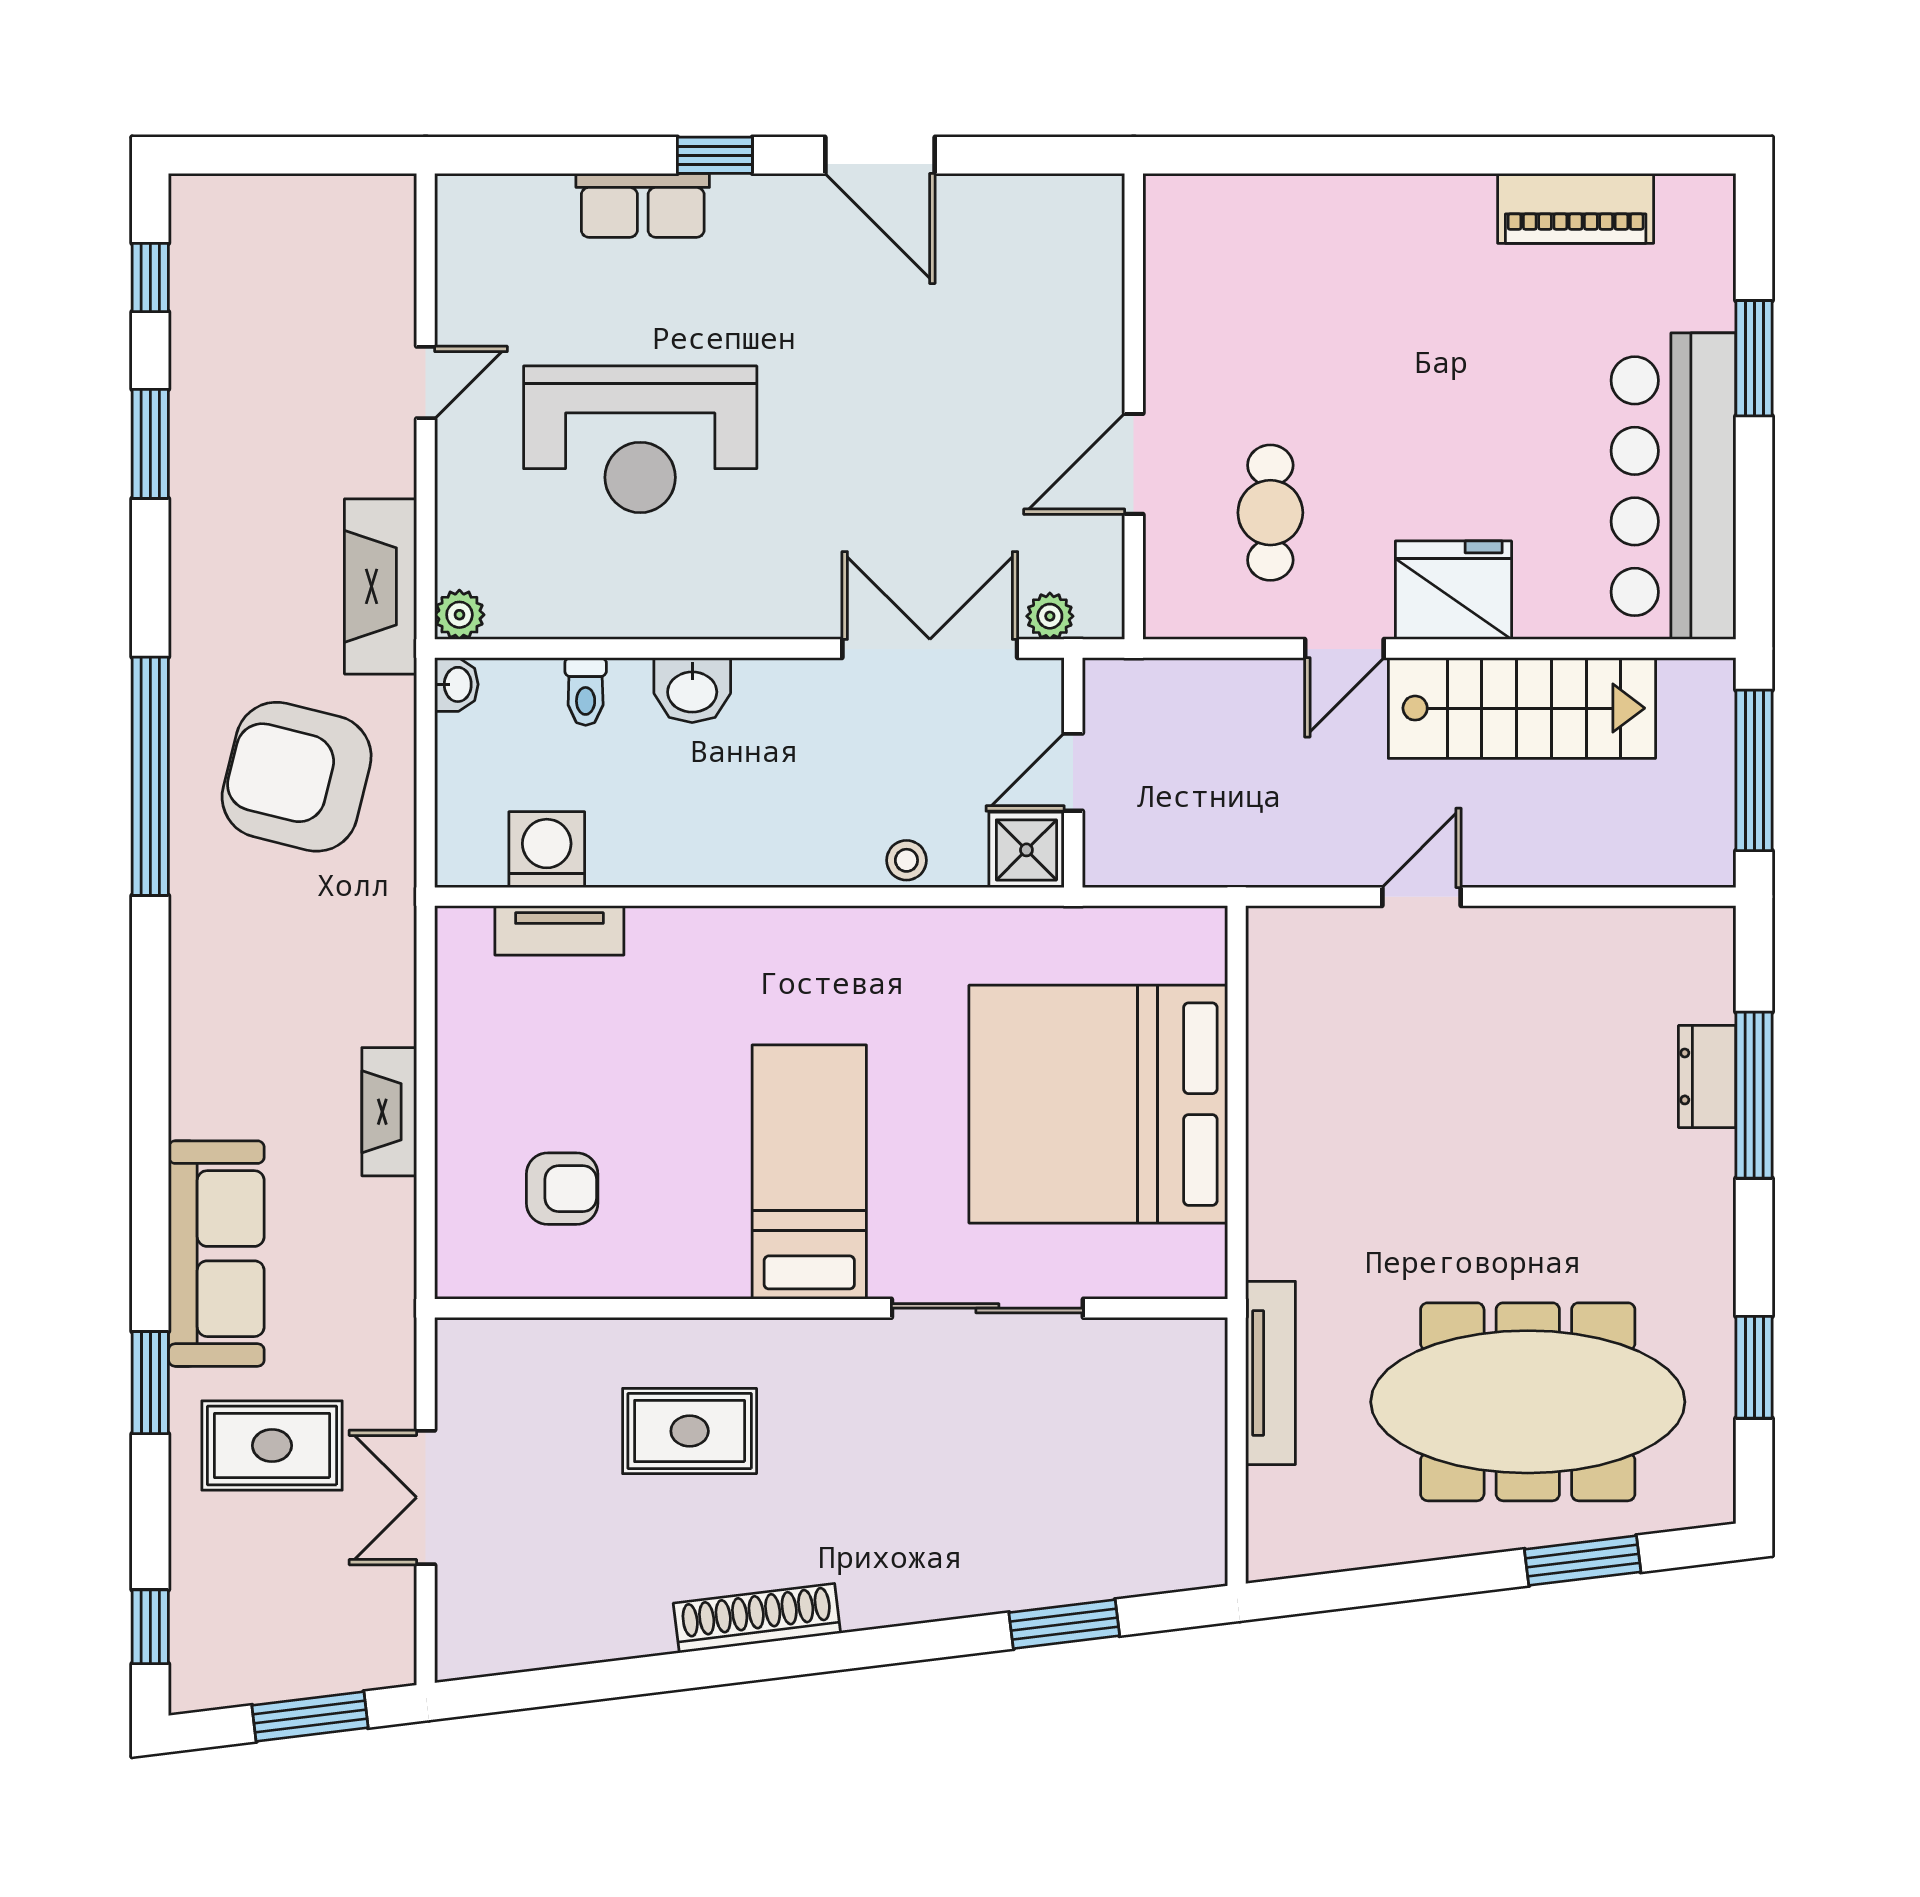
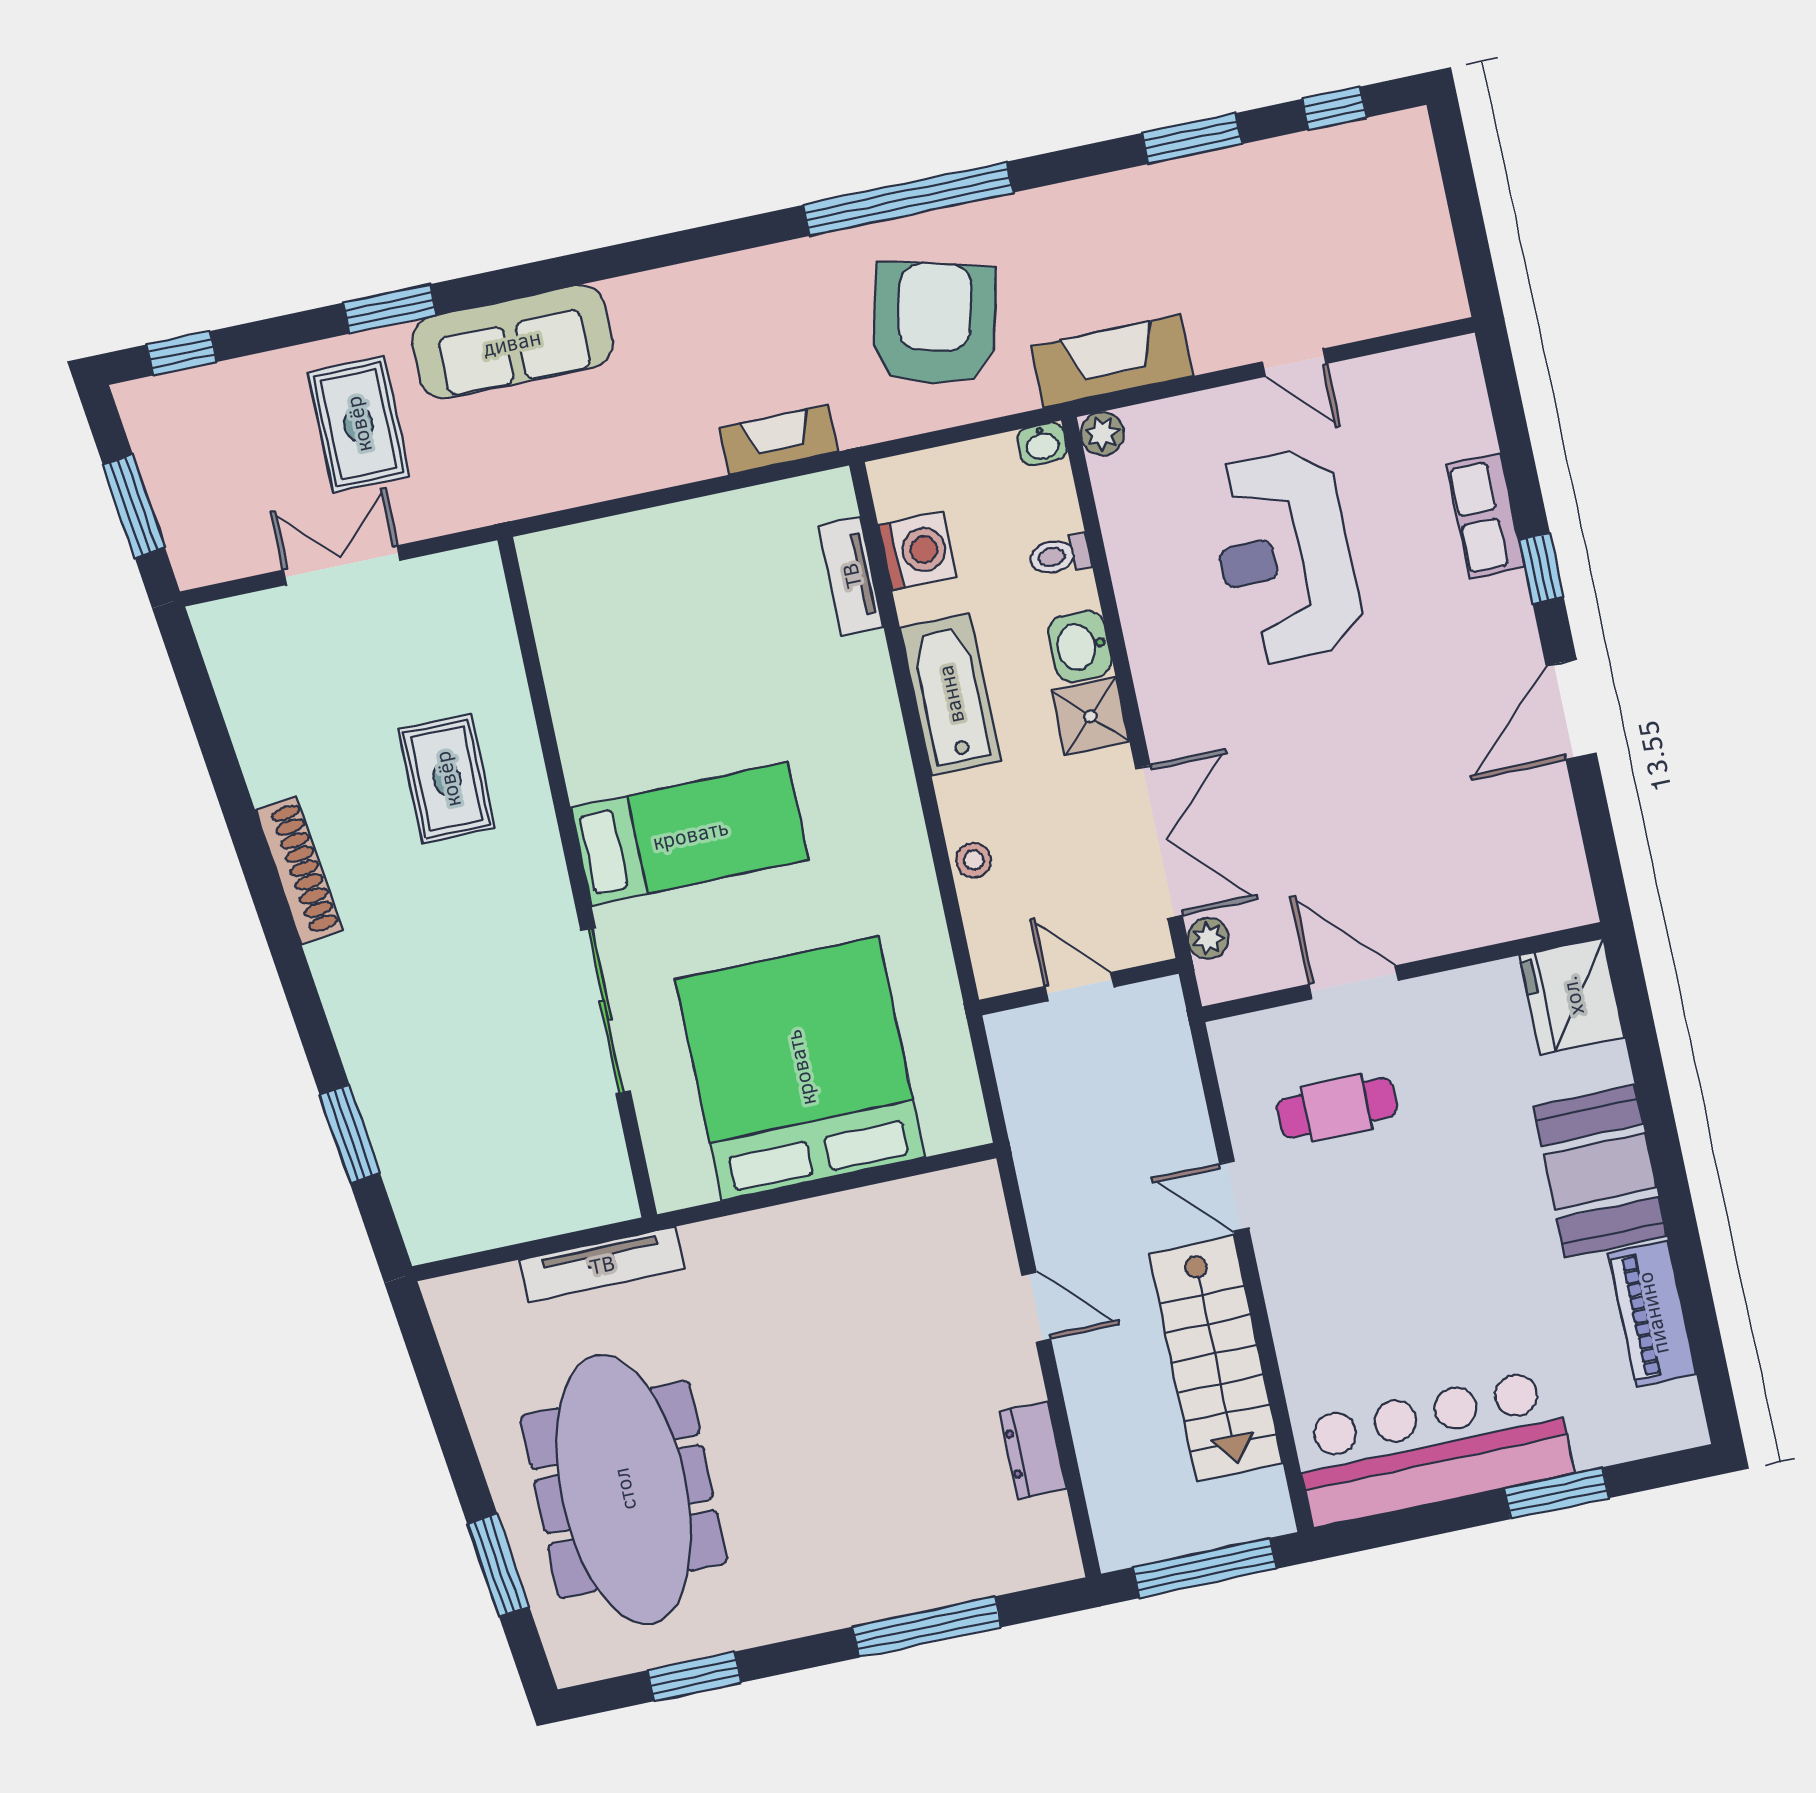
booth: (1404, 233) -> (1600, 1171), added
fridge: (1453, 590) -> (1572, 996), moved, turned 180
bathtub: (715, 847) -> (950, 694), added
shower: (1026, 850) -> (1090, 716), moved
dresser: (1707, 1076) -> (1033, 1450), moved, turned -90
fireplace: (389, 1112) -> (779, 440), moved
armchair: (562, 1189) -> (631, 626), removed

